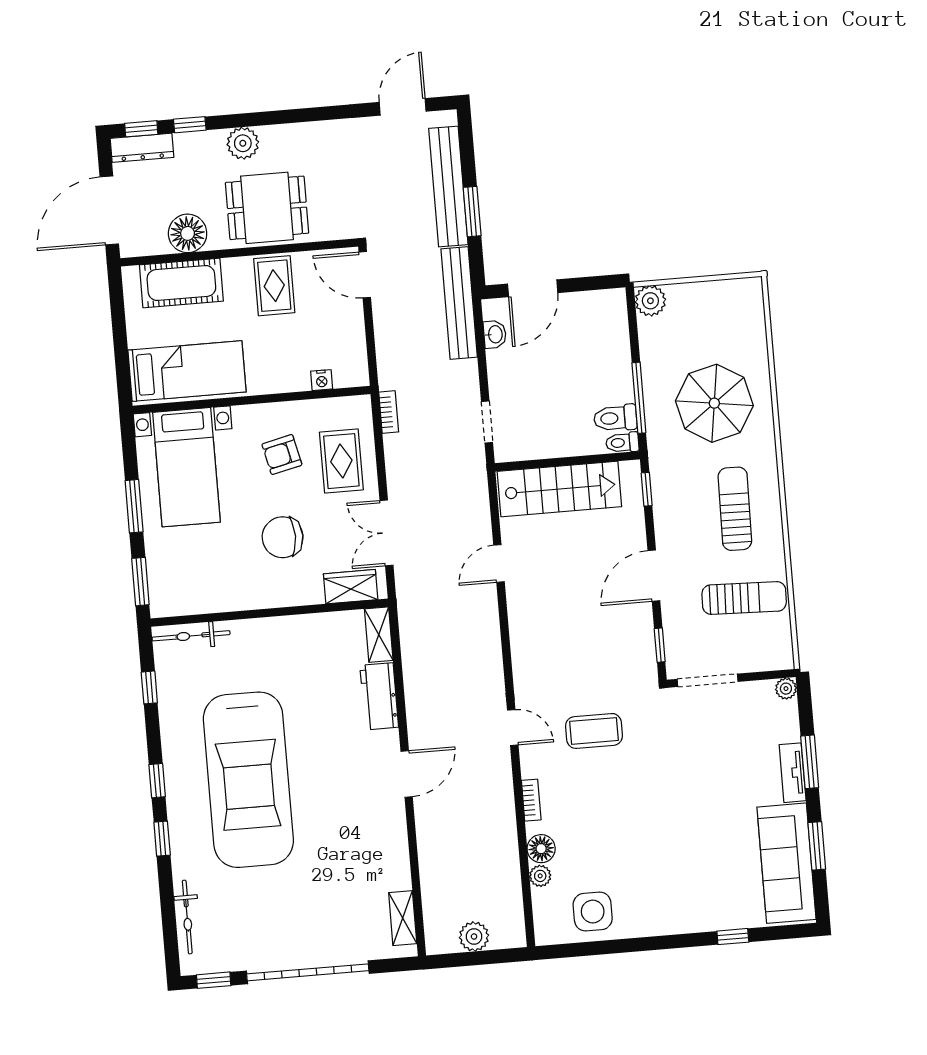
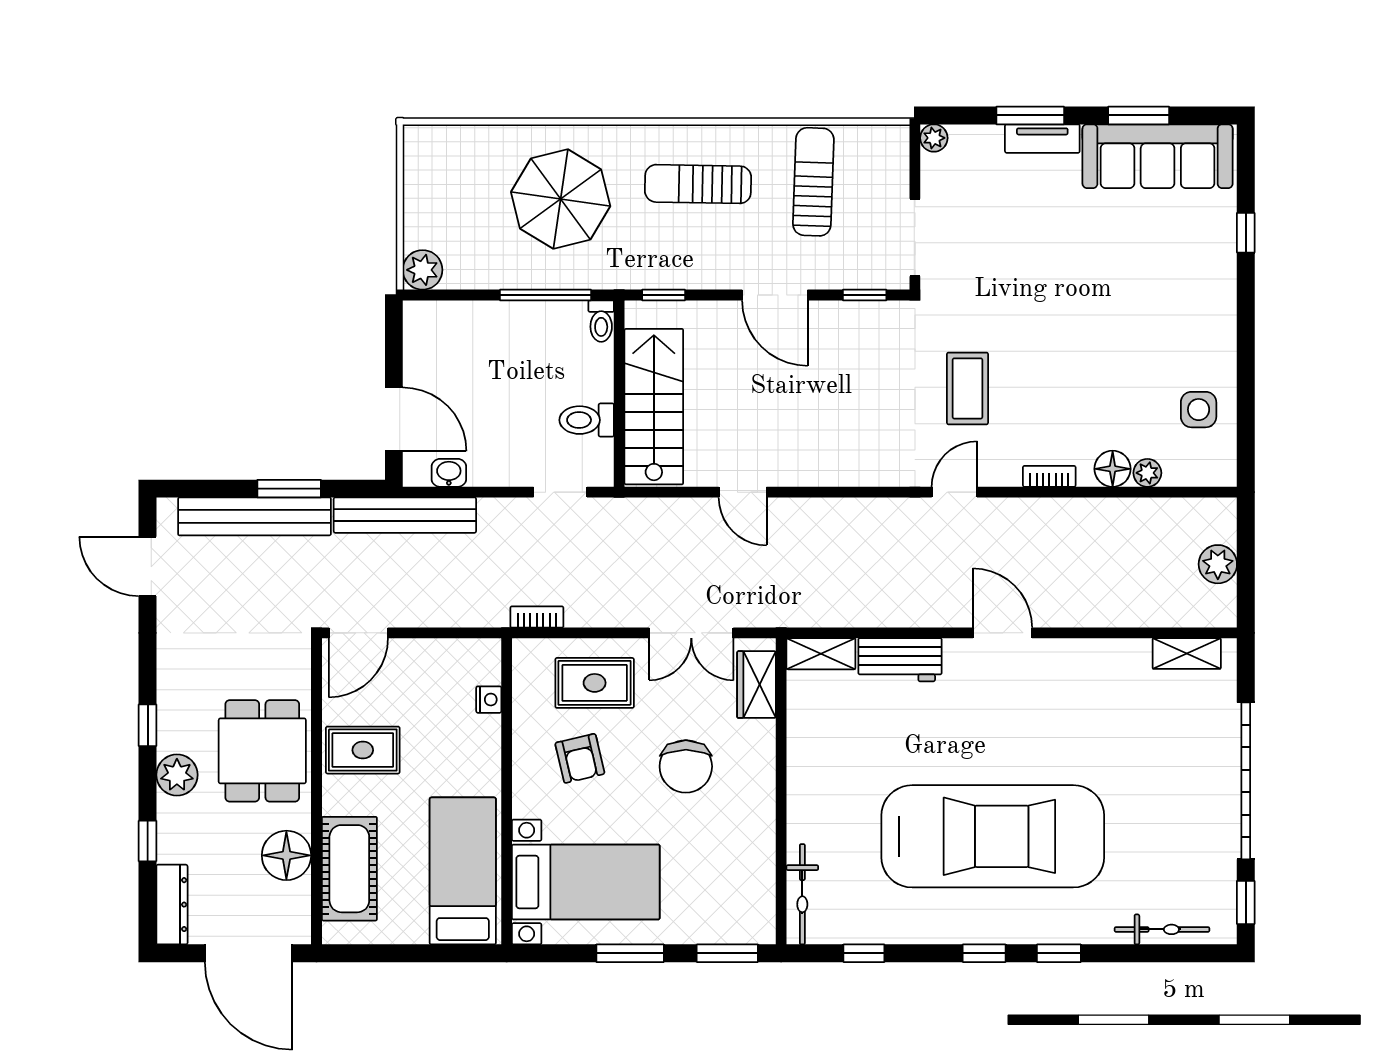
window: (141, 129) -> (148, 725), moved
toilet: (615, 418) -> (587, 420), moved, turned 90
side table: (593, 912) -> (1199, 410), width x0.73, depth x0.73

